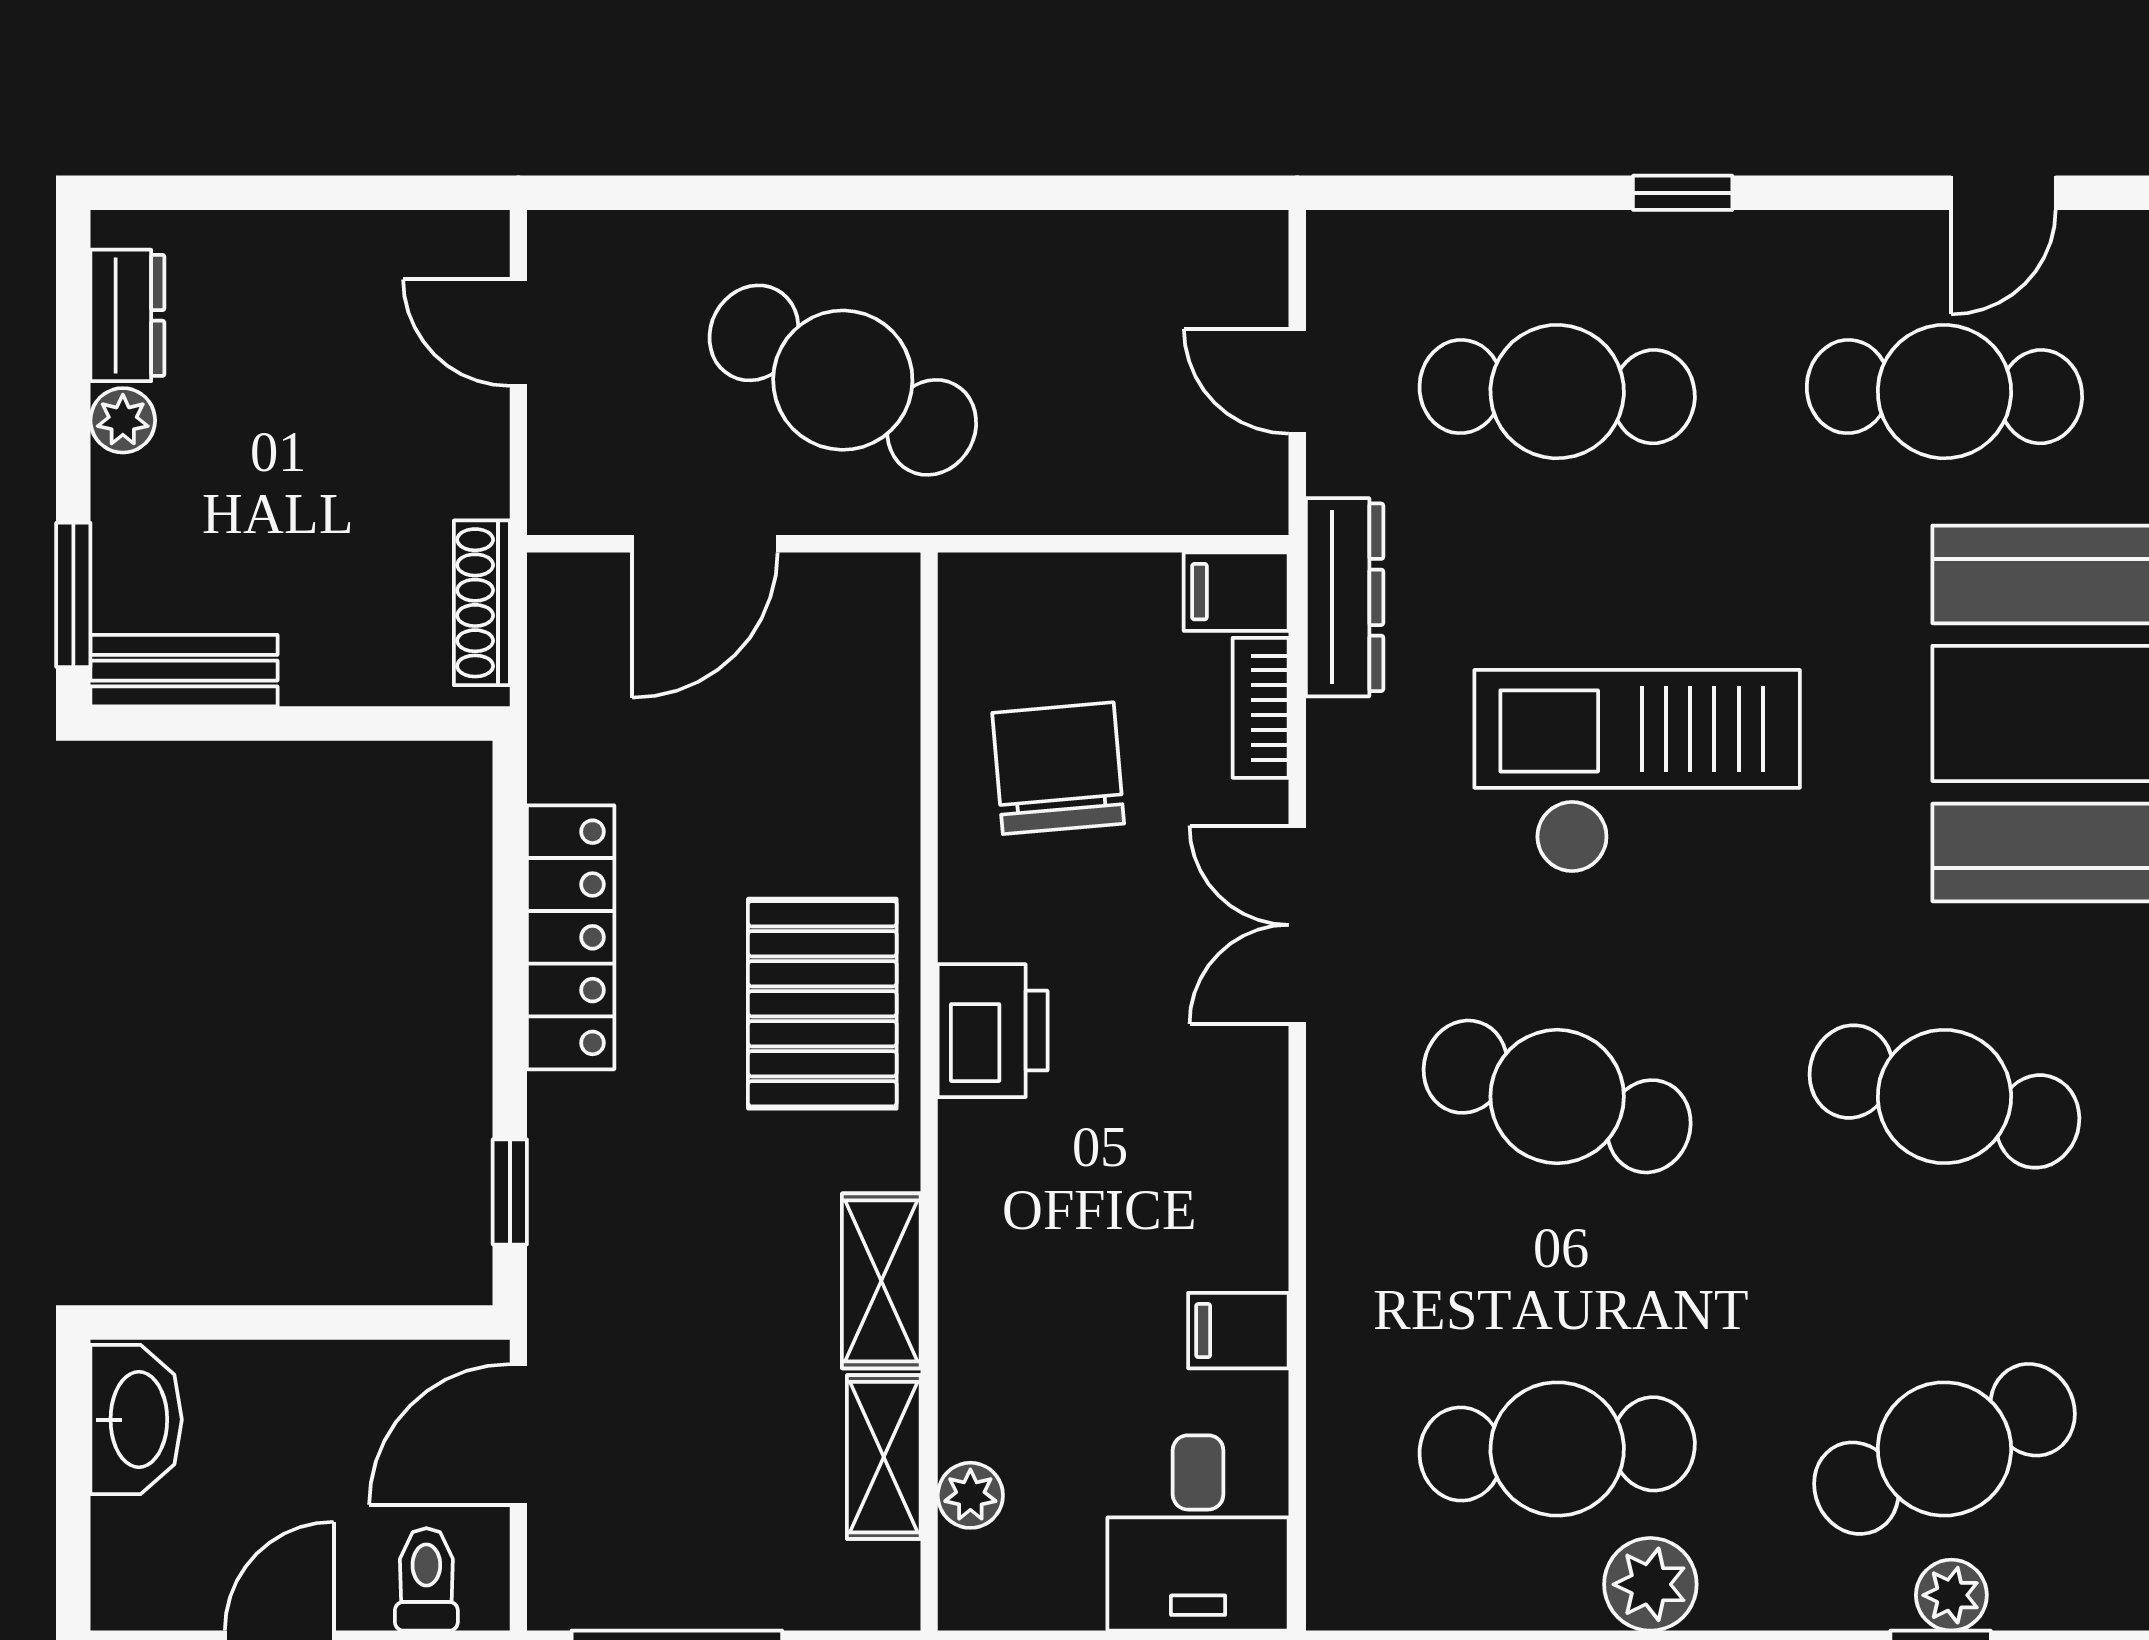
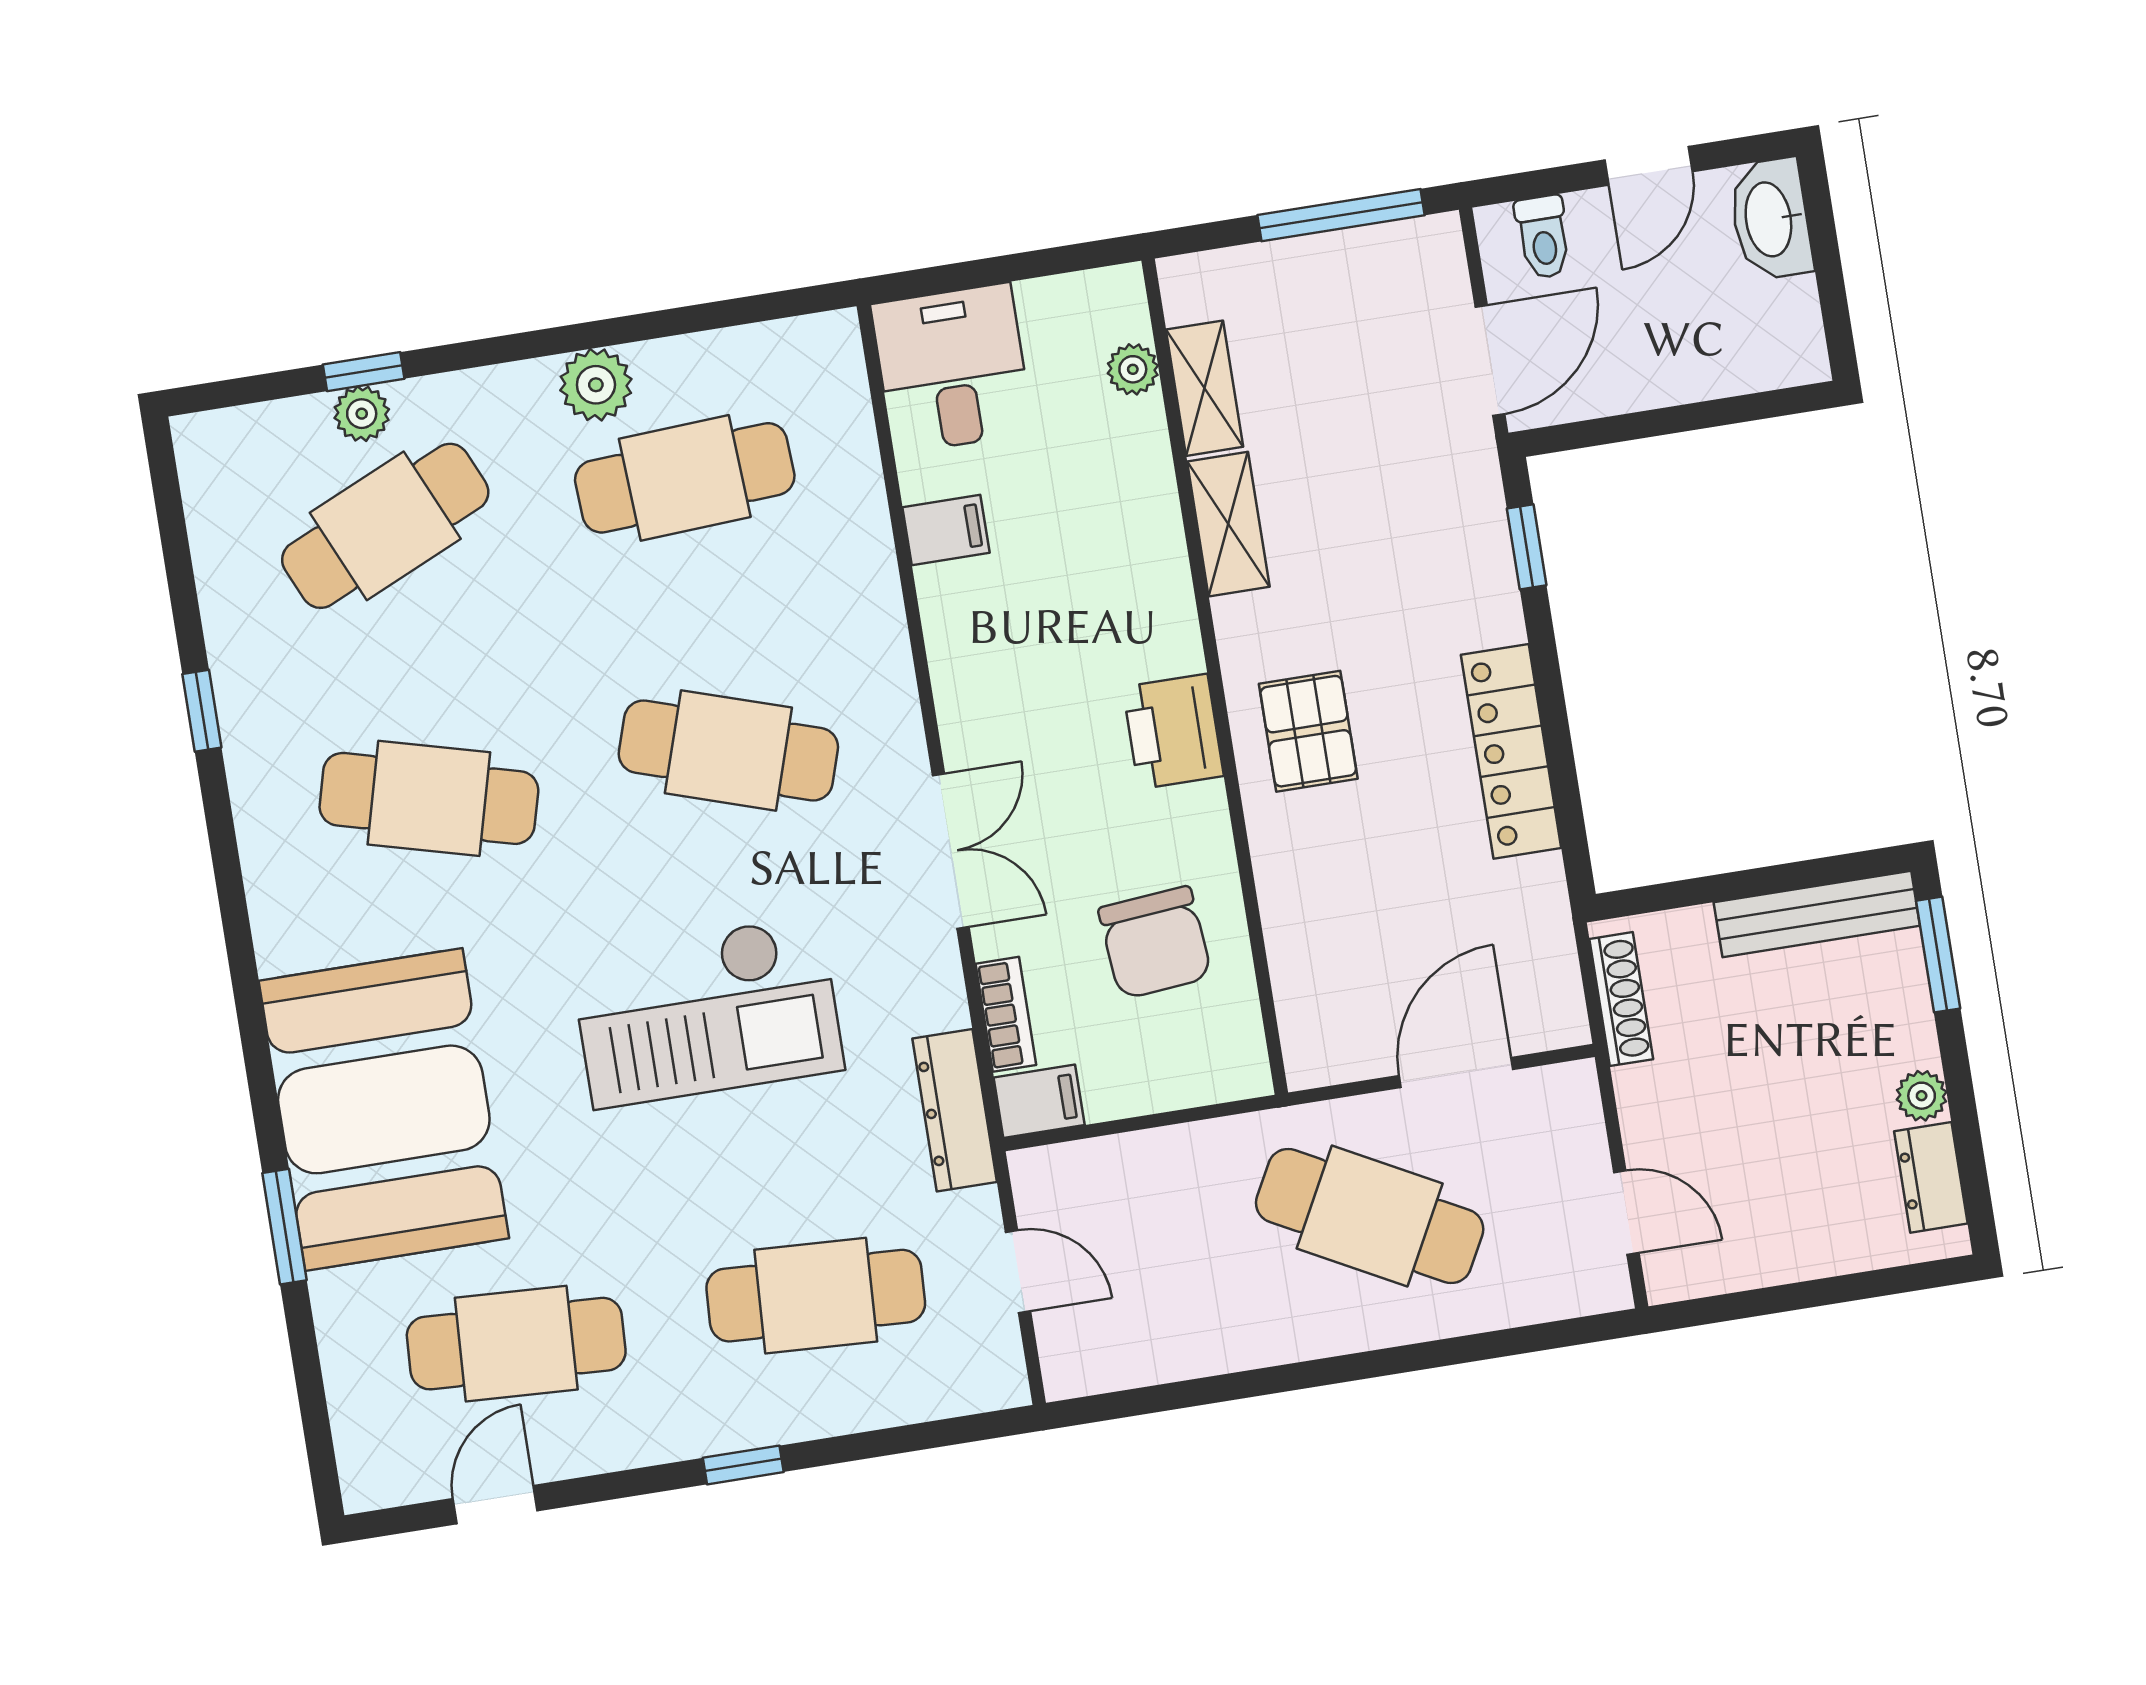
bench: (184, 671) -> (1817, 914), width x1.36
pallet: (822, 1004) -> (1308, 731), width x0.67, depth x0.71
washbasin: (136, 1420) -> (1771, 219), moved

